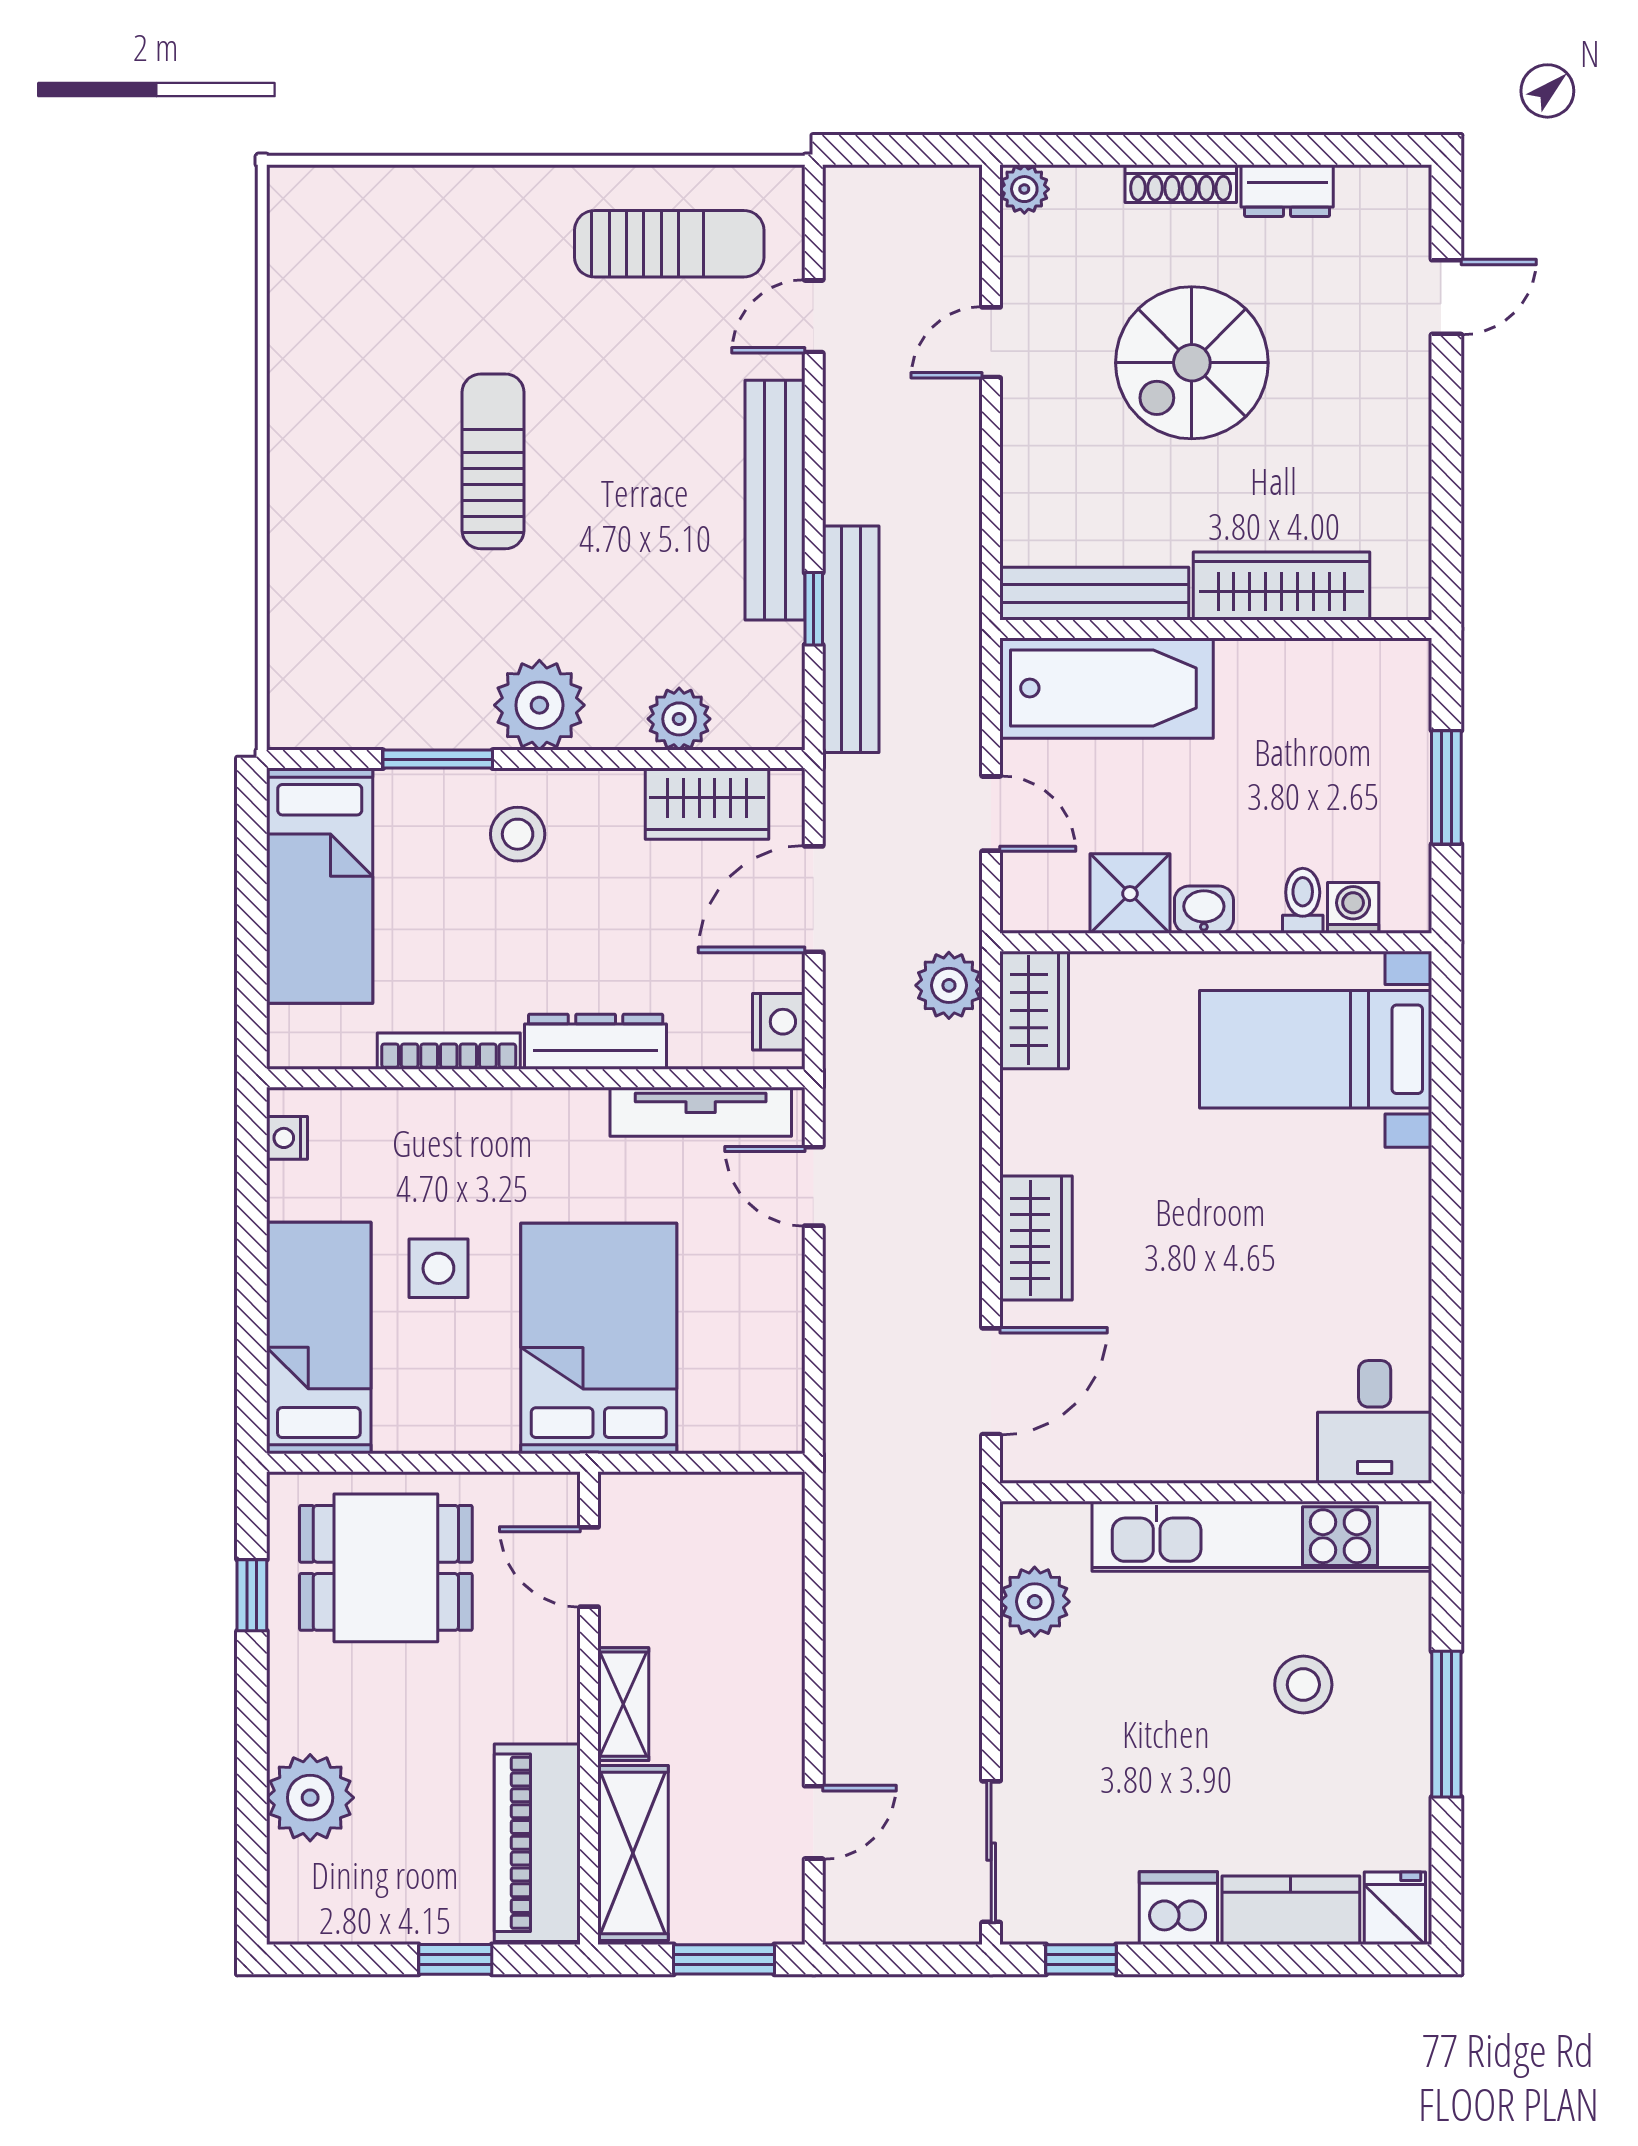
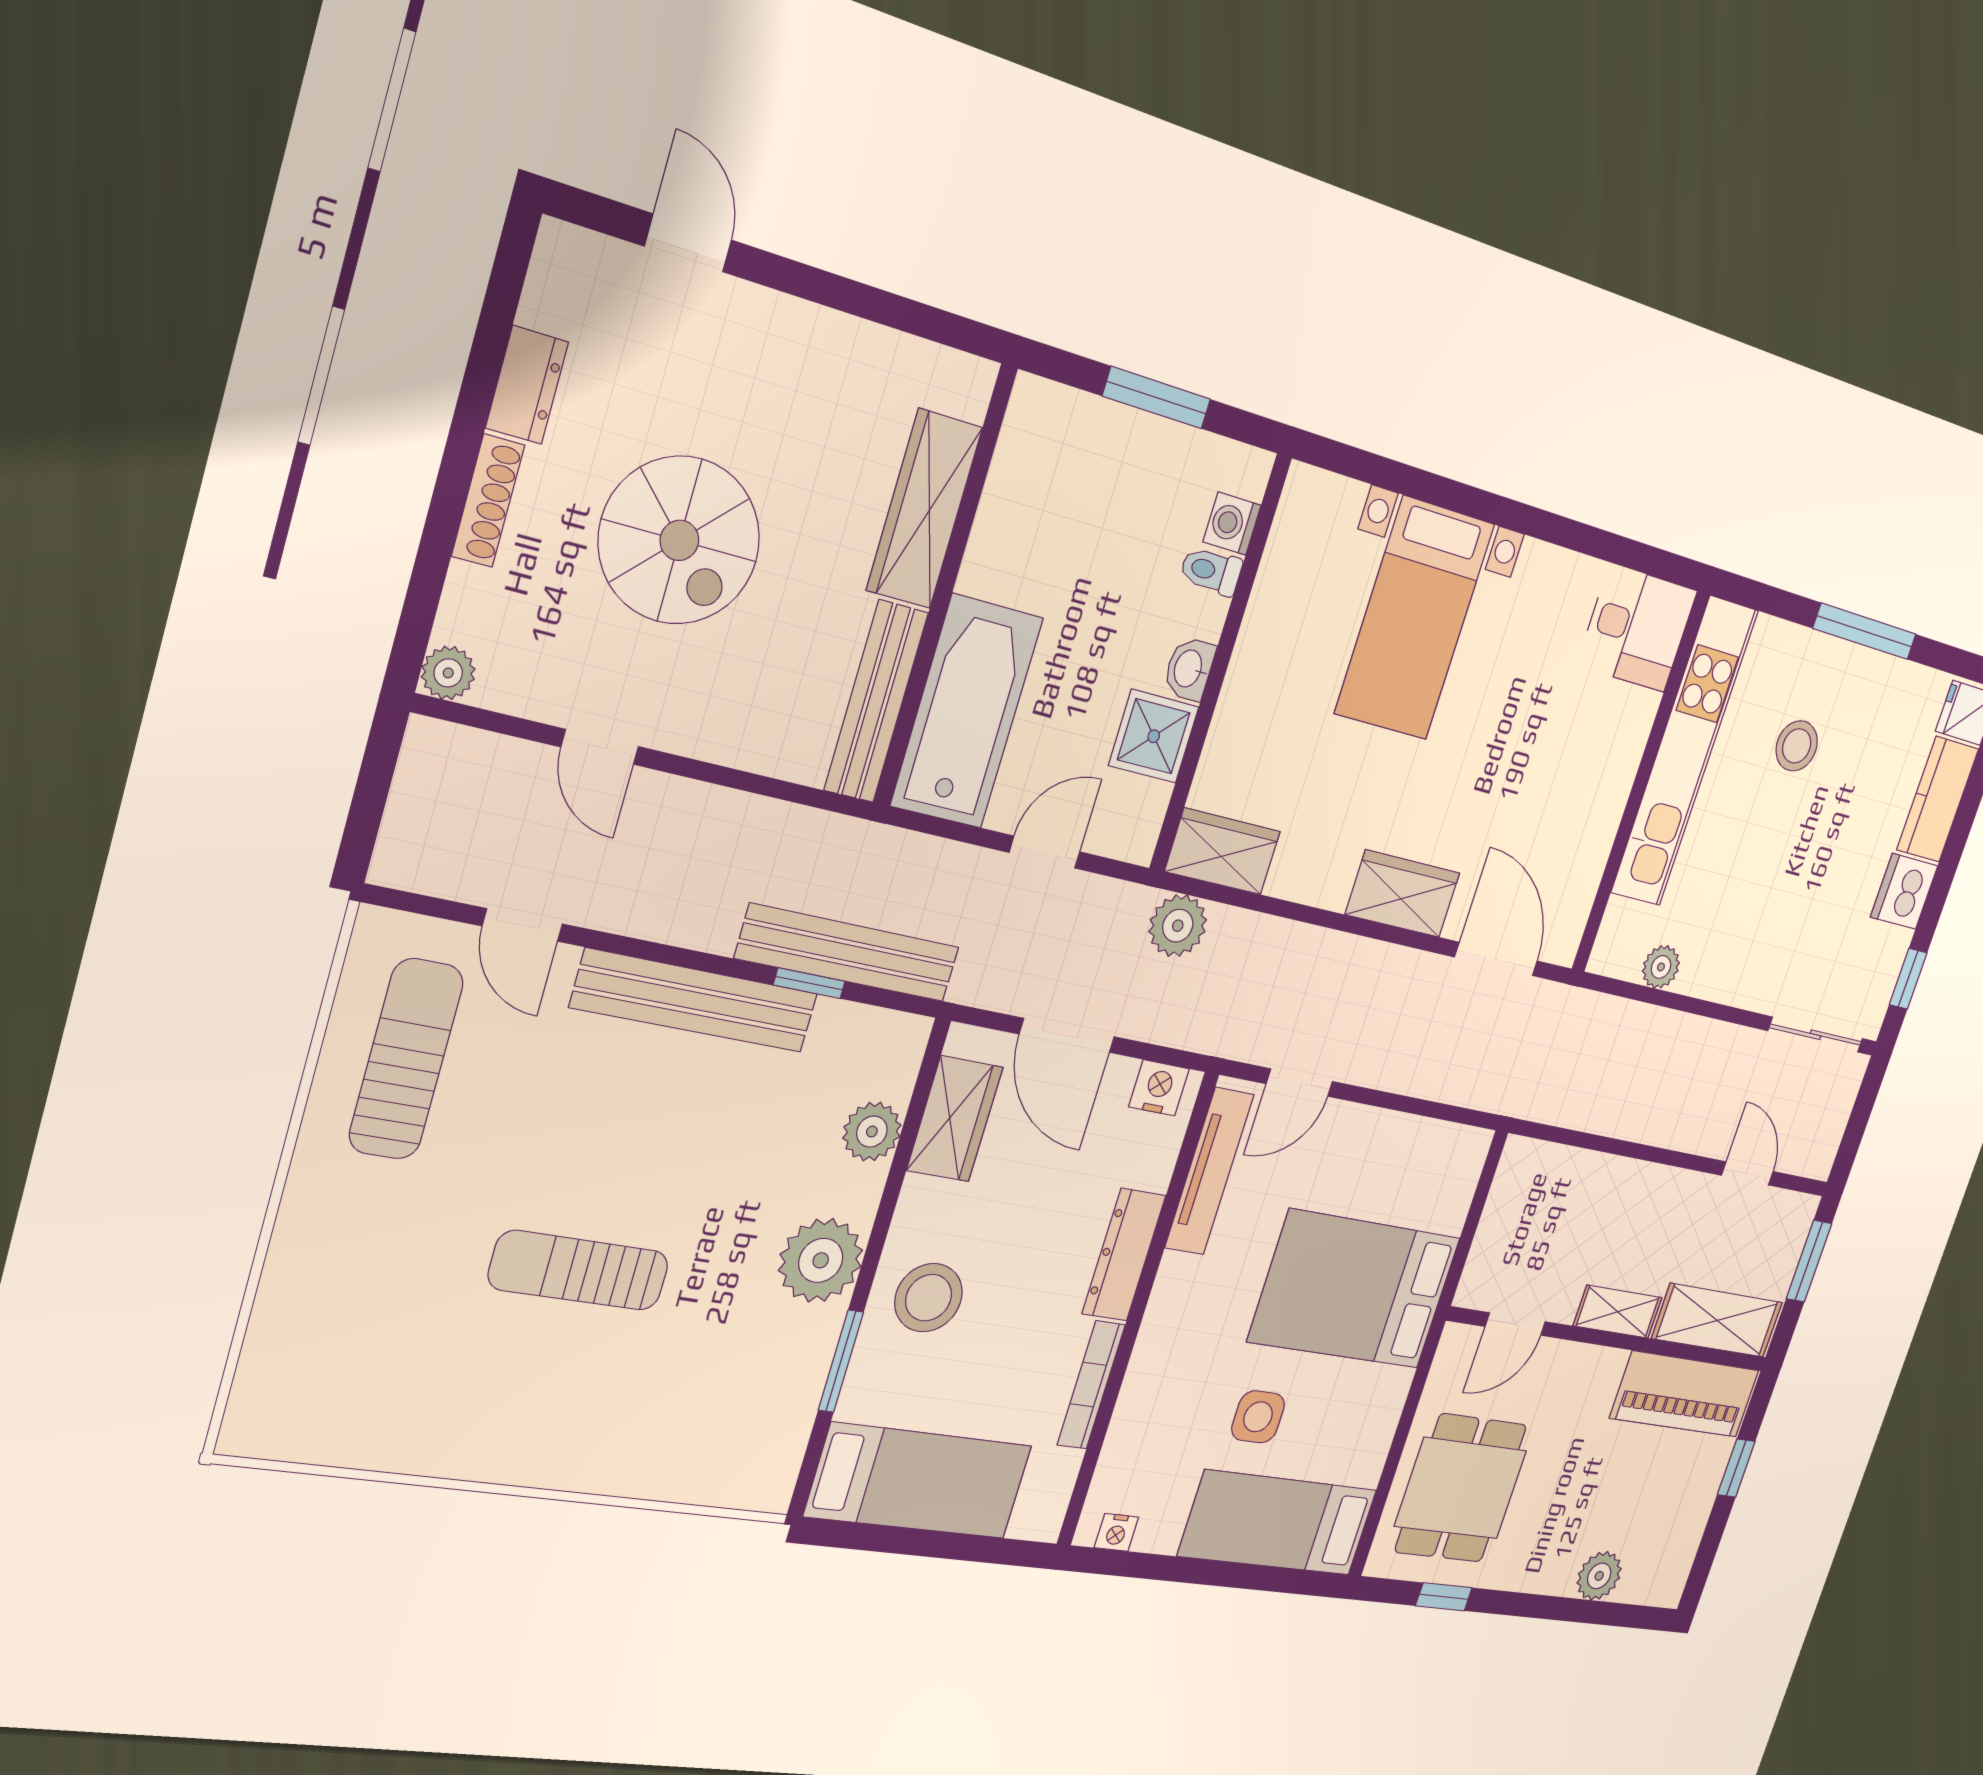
stool: (518, 834) -> (929, 1298), width x1.38, depth x1.38
bed with nightstands: (1316, 1049) -> (1415, 619), moved
plant: (1035, 1602) -> (1661, 967), width x0.73, depth x0.73
plant: (310, 1798) -> (1599, 1576), width x0.73, depth x0.73

